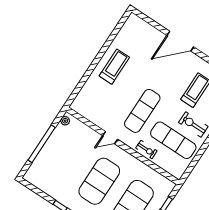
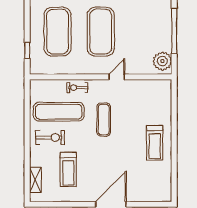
exercise mat: (142, 111) -> (104, 120), width x0.73, depth x0.69
plant: (65, 121) -> (162, 61), width x1.88, depth x1.88

